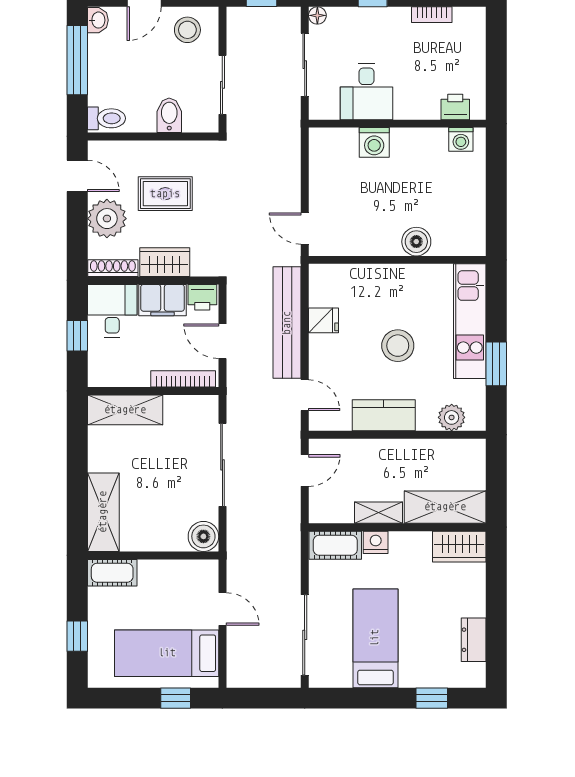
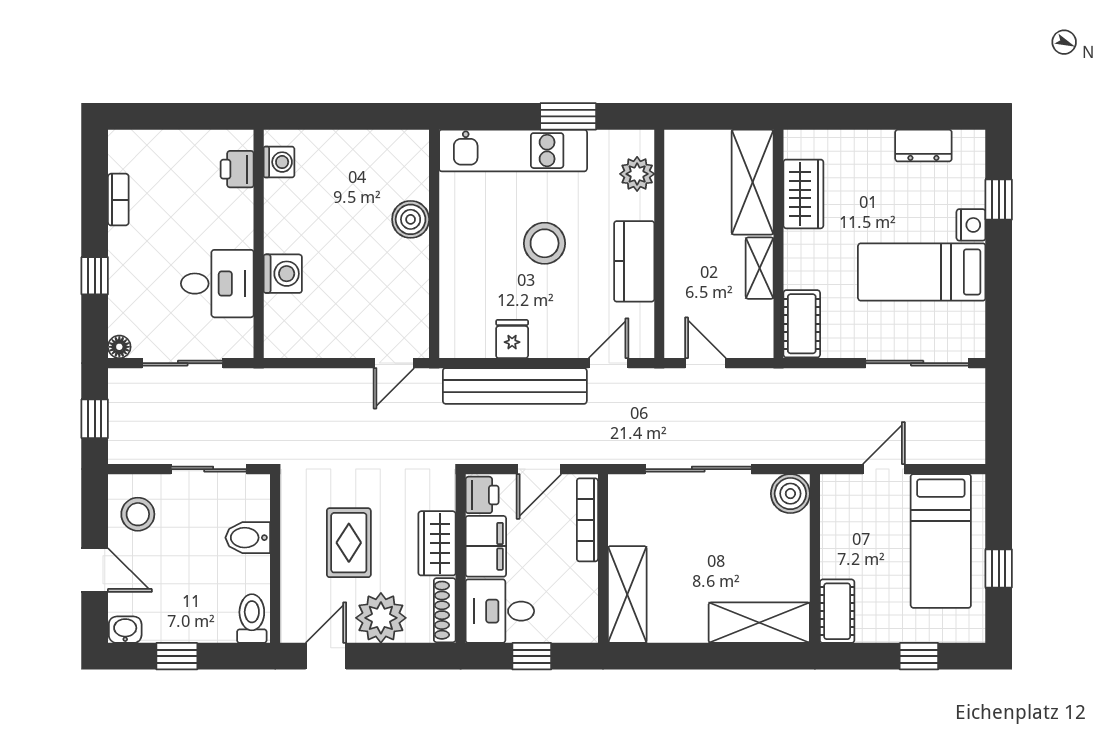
window: (77, 60) -> (177, 656), width x0.46
nightstand: (376, 542) -> (971, 225), moved, turned 180
wardrobe: (459, 547) -> (803, 194), moved
window: (176, 698) -> (999, 568), moved

